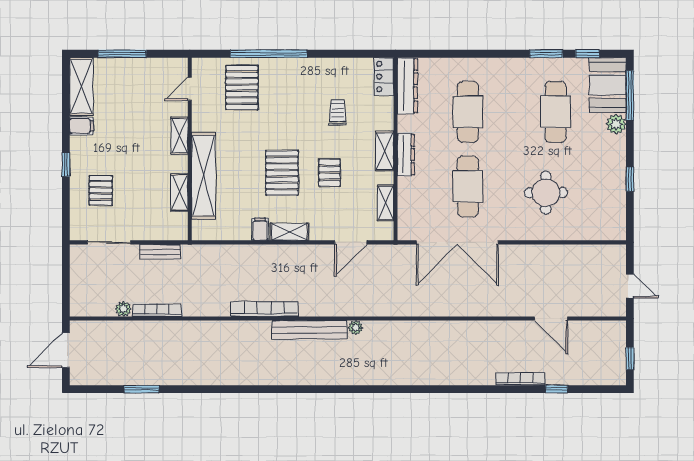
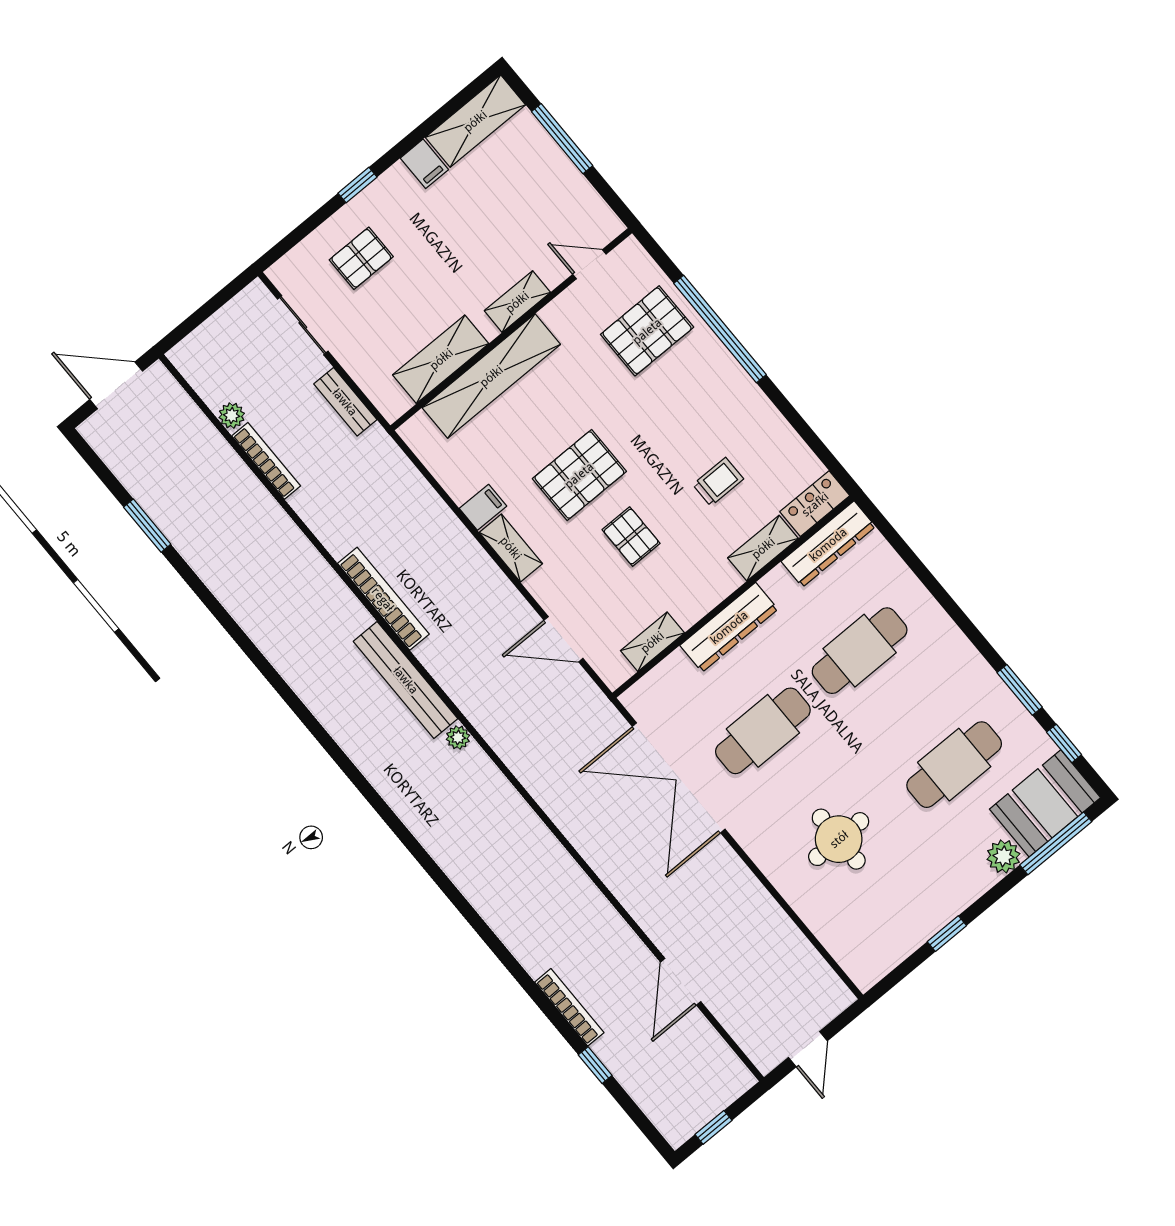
shelving: (385, 151) -> (763, 548), moved
dresser: (406, 155) -> (729, 627), width x1.37, depth x1.24
pallet: (329, 173) -> (631, 537), turned 90
shelving: (179, 192) -> (441, 359), width x1.50, depth x1.33

